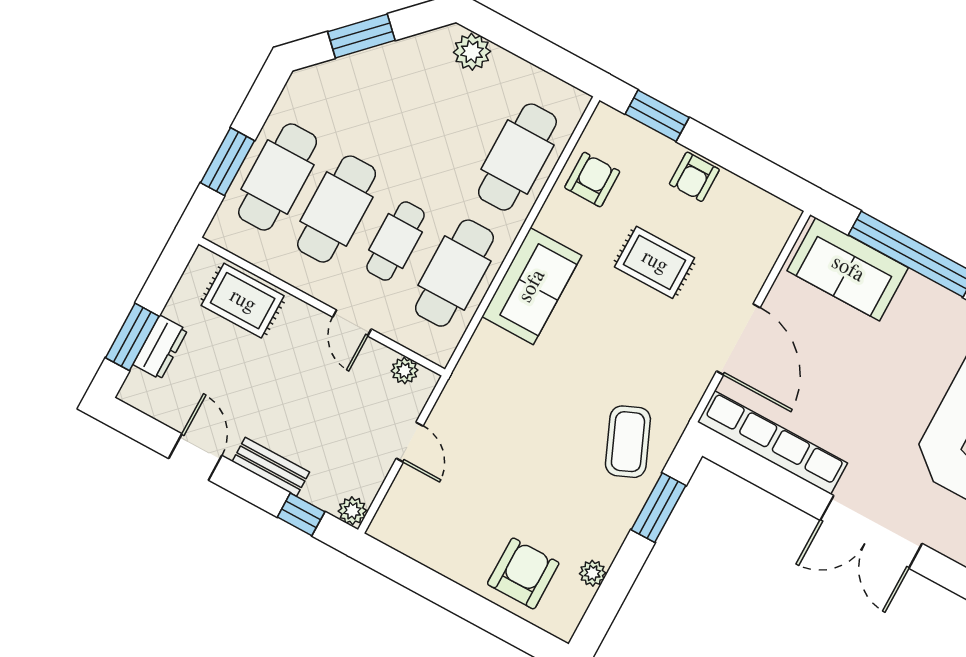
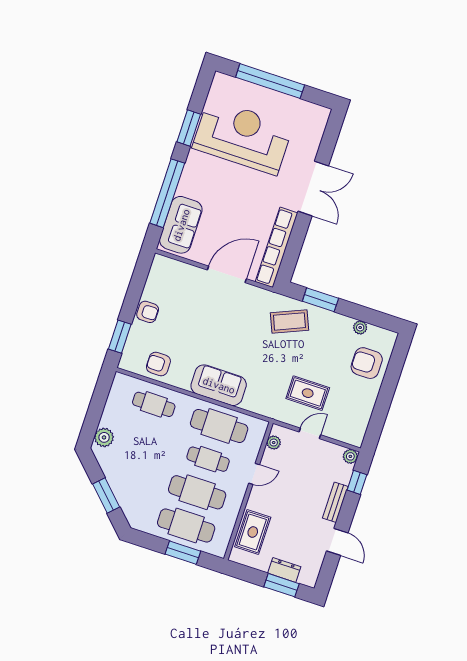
cafe table: (517, 157) -> (154, 404), width x0.73, depth x0.74
rug: (655, 262) -> (308, 393), moved, turned 90
door: (195, 457) -> (337, 542), swing flipped

